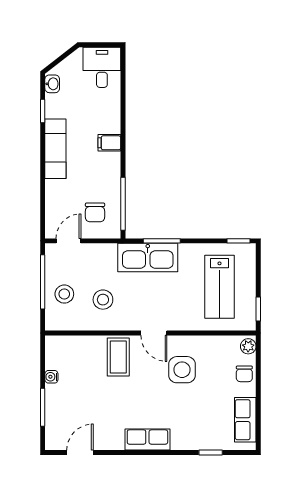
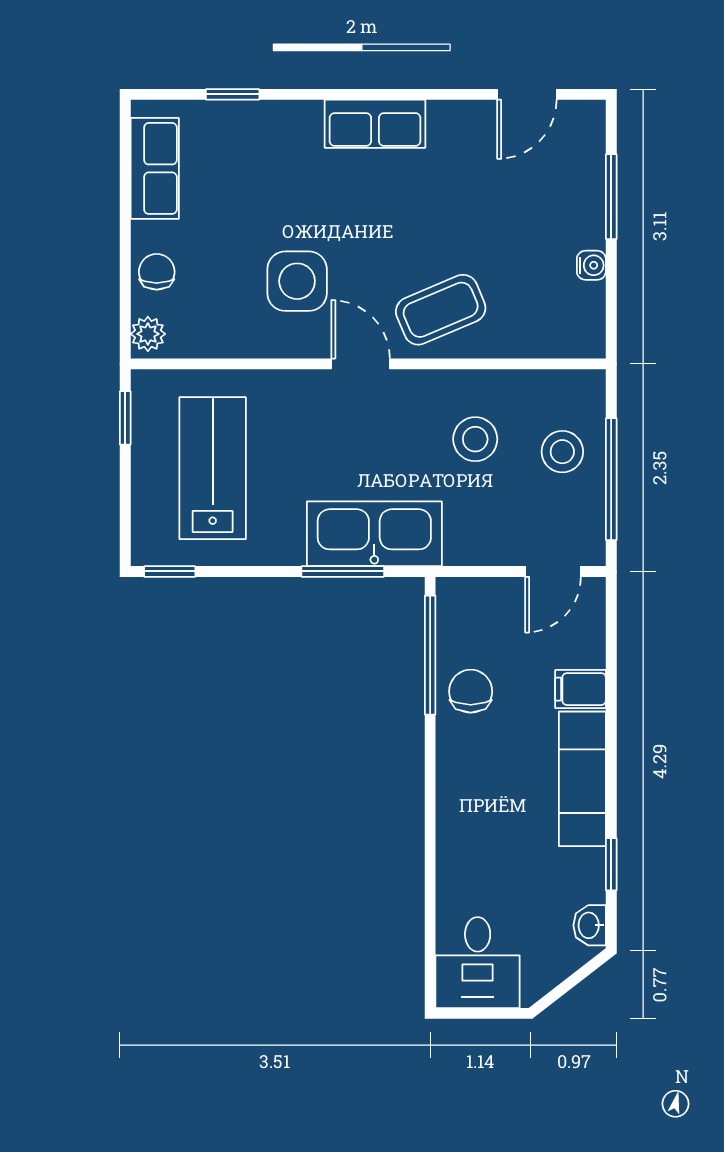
filing cabinet: (109, 143) -> (581, 689), moved, turned 180
chair: (95, 212) -> (471, 691), moved
coffee table: (118, 357) -> (441, 310), turned 67

